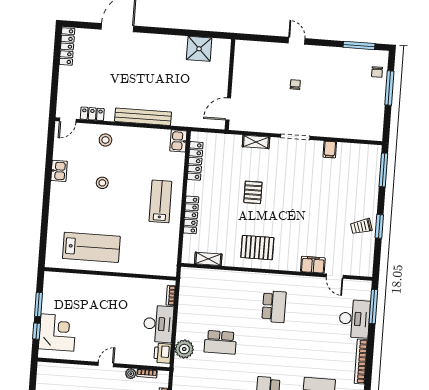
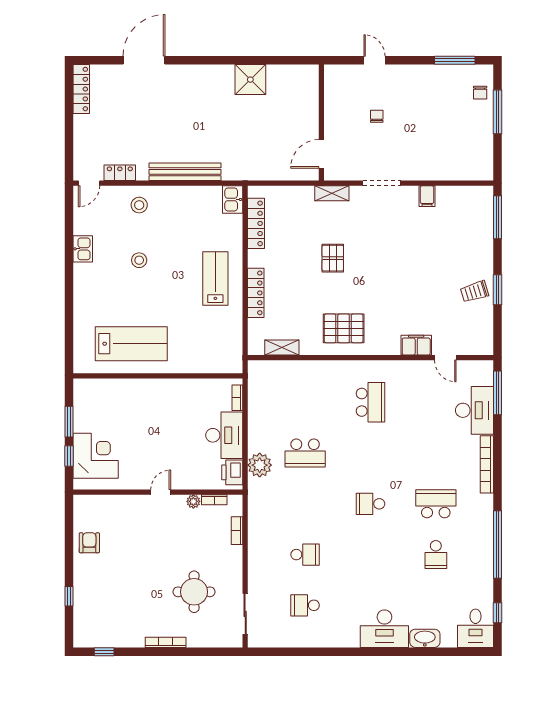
wall: (230, 85) -> (321, 123), moved
door: (228, 109) -> (321, 154), moved

